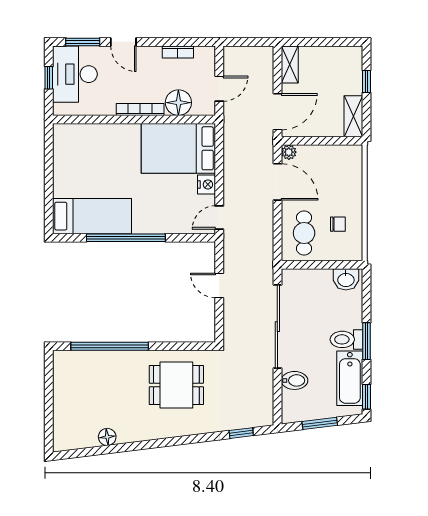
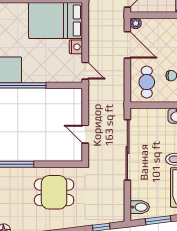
door: (219, 217) -> (85, 71), swing flipped
door: (219, 286) -> (85, 134), moved
bidet: (294, 380) -> (140, 207), moved

